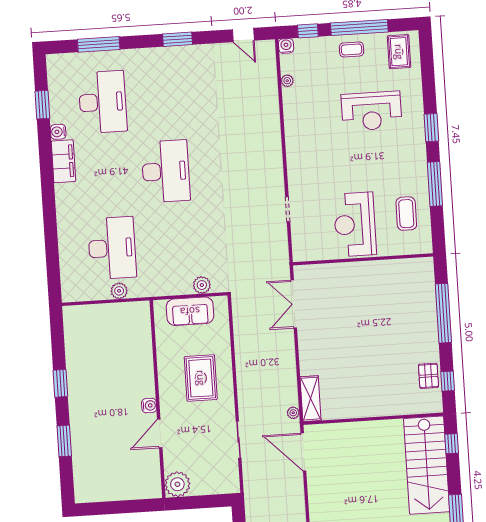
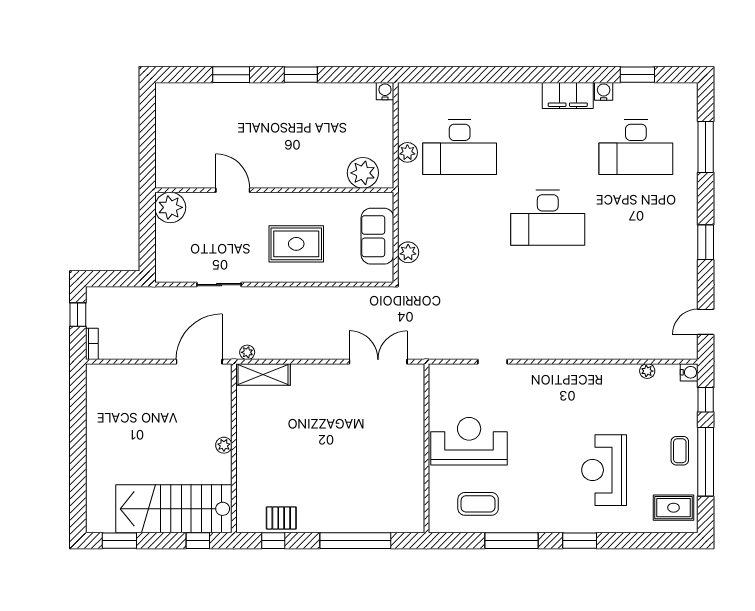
plant: (138, 327) -> (363, 173), added
water cooler: (149, 406) -> (385, 91), moved, turned 180
plant: (371, 427) -> (224, 445), added

